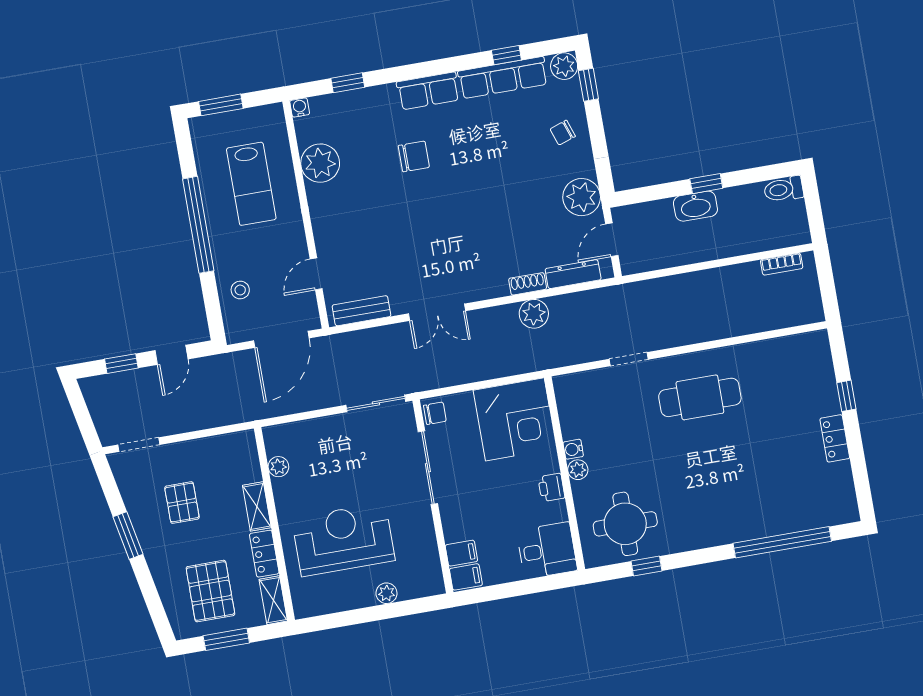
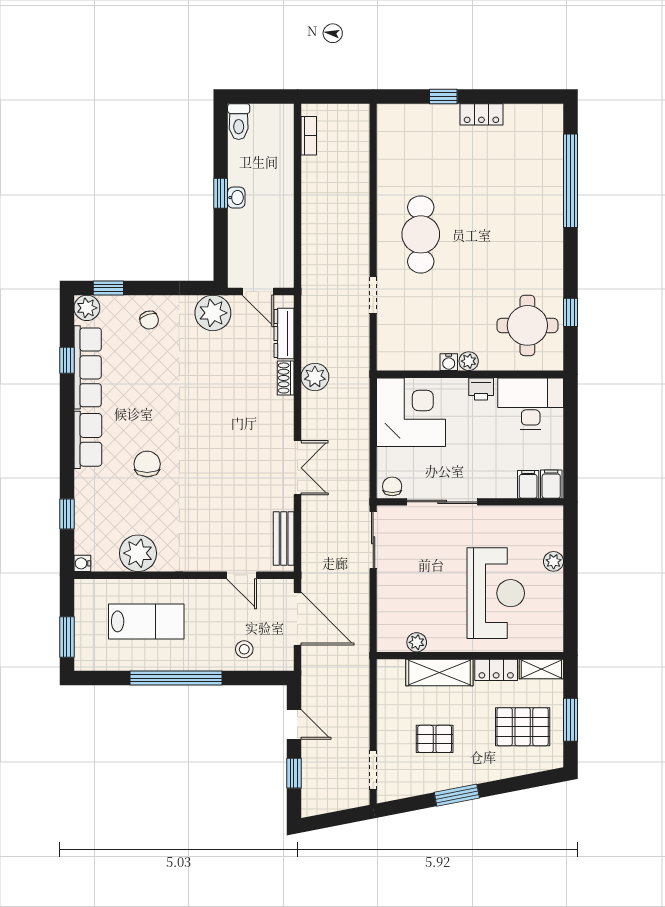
washbasin: (695, 206) -> (236, 198), width x0.52, depth x0.69
shelving: (257, 506) -> (439, 673), width x1.50, depth x1.33
reception desk: (343, 539) -> (496, 593), turned 180
desk: (547, 550) -> (531, 404), width x1.37

